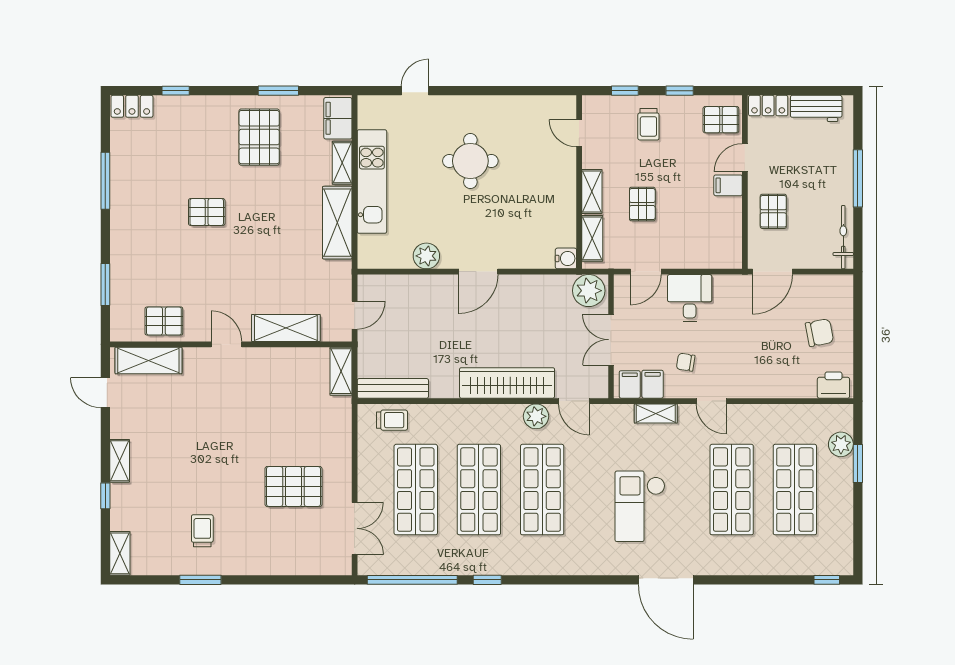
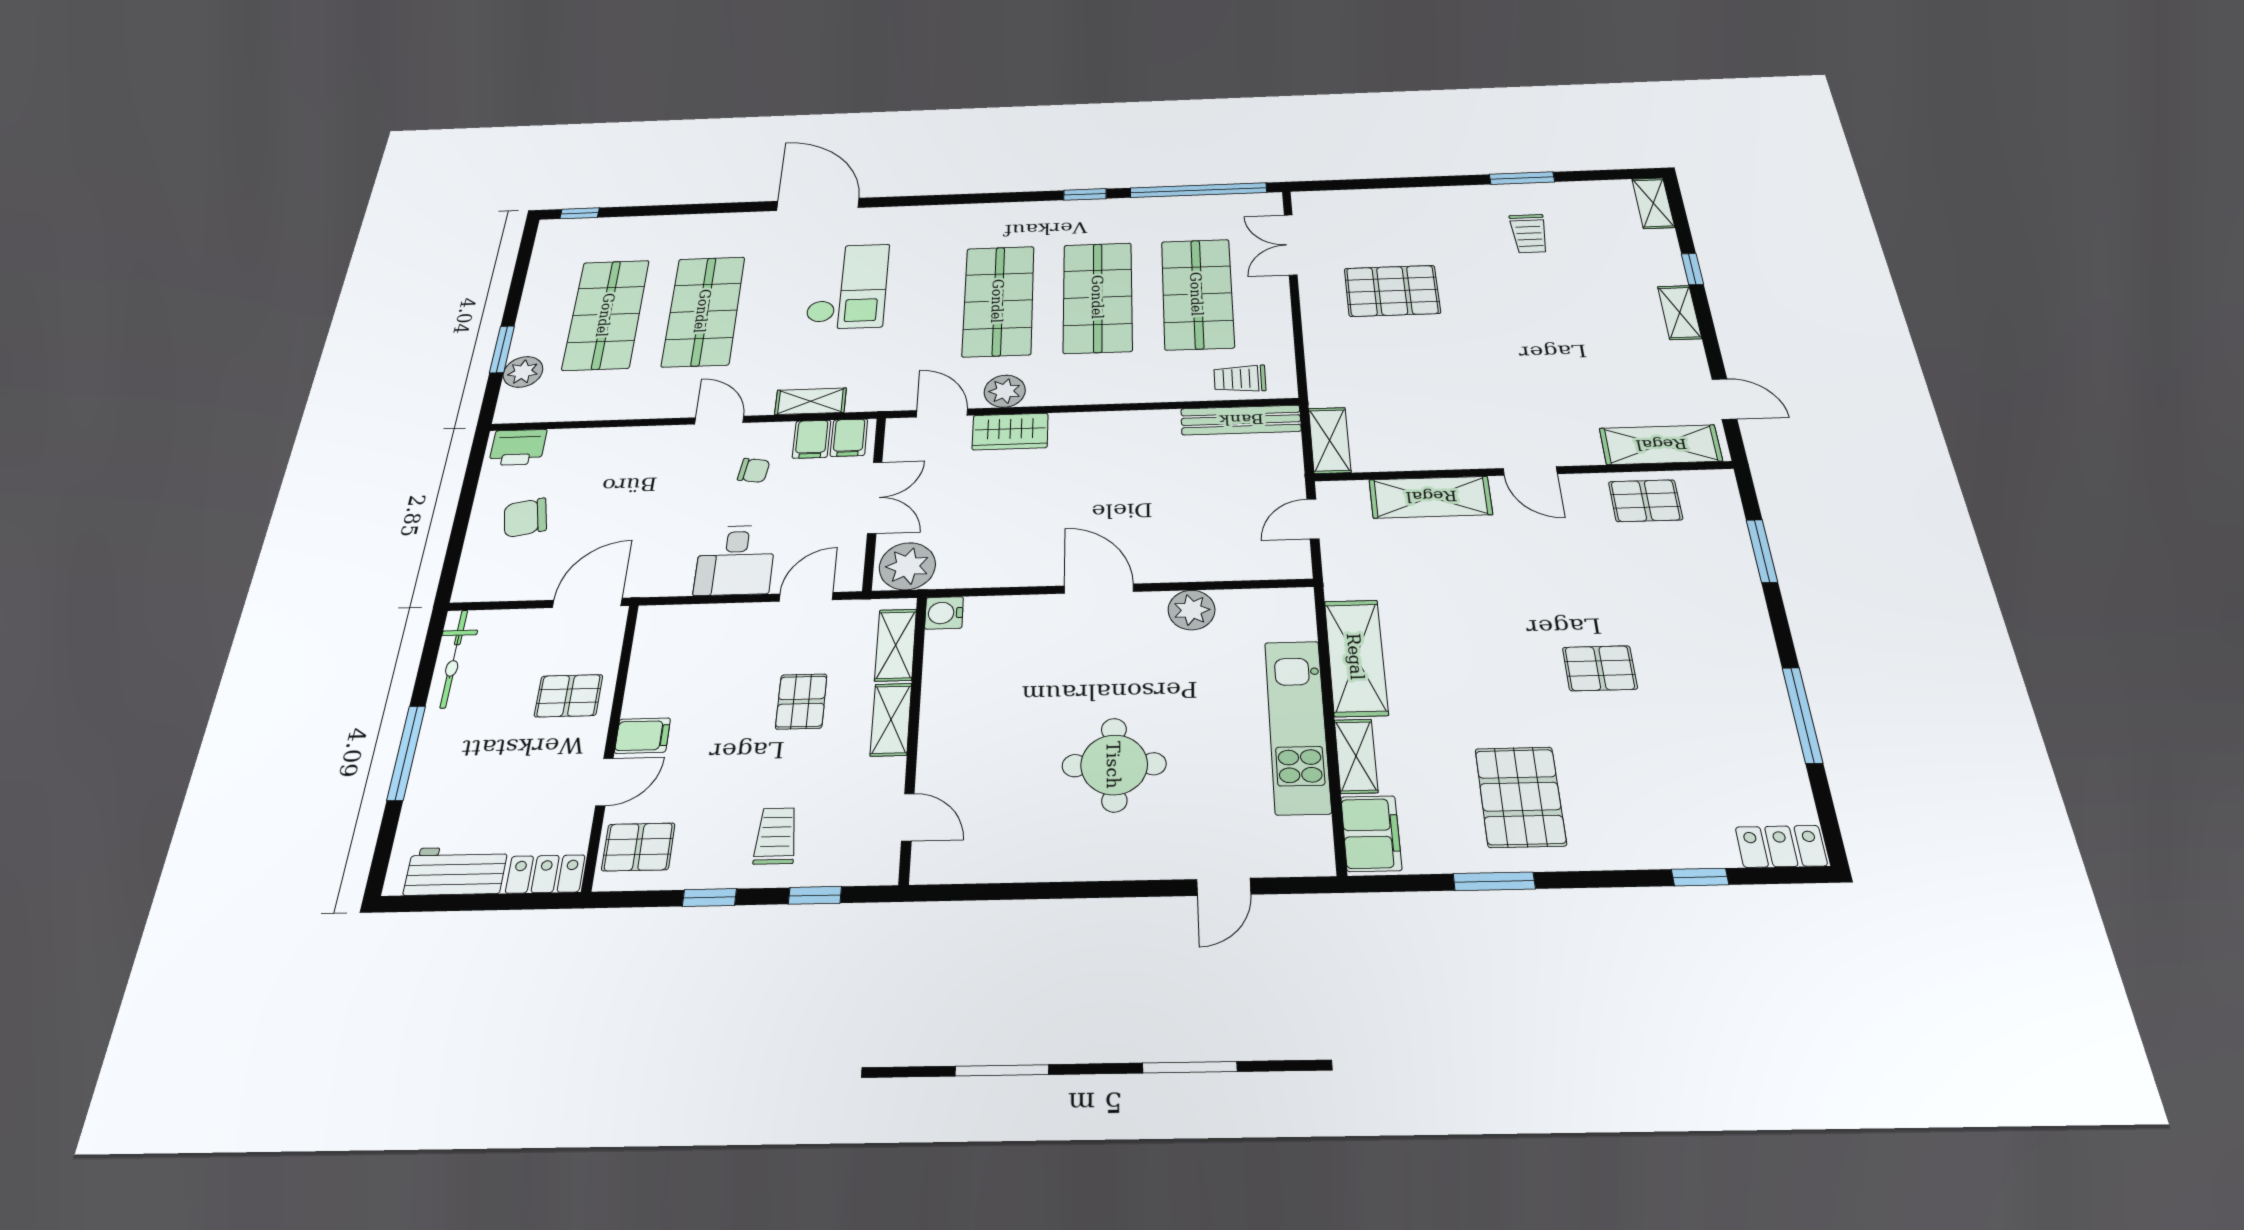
pallet: (773, 211) -> (569, 696), turned 90
door: (478, 272) -> (1099, 589), hinge flipped
wardrobe: (507, 383) -> (1010, 432), width x0.48, depth x0.85

